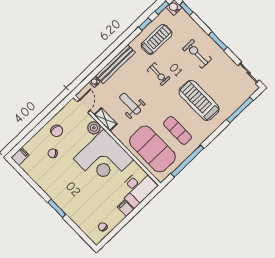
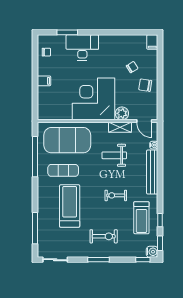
treadmill: (199, 100) -> (70, 206), turned -90
weight bench: (130, 104) -> (114, 155), turned 180
desk: (137, 188) -> (82, 47), moved, turned 90
window: (57, 208) -> (67, 32), moved

